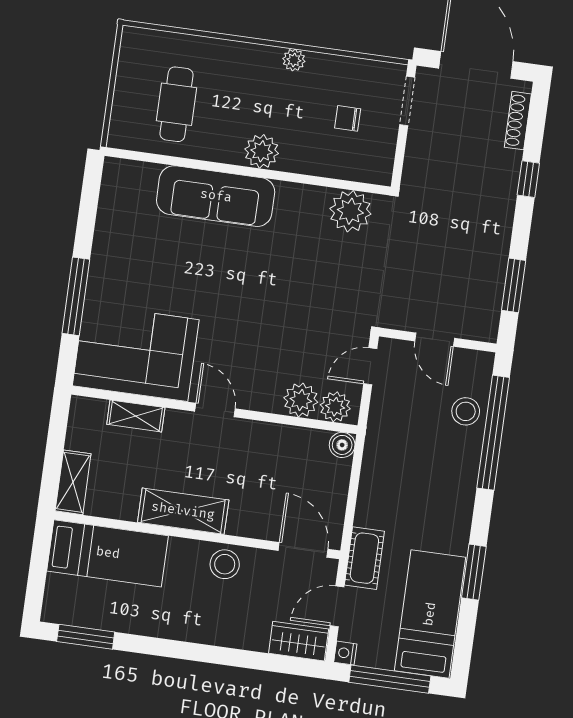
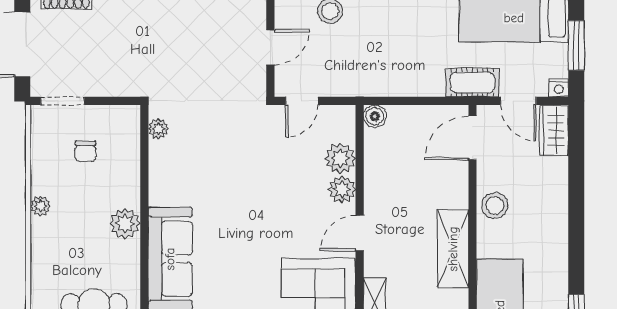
plant: (350, 211) -> (158, 129), width x0.53, depth x0.53
door: (370, 366) -> (302, 101), hinge flipped
plant: (335, 407) -> (342, 189), moved
window: (390, 679) -> (576, 45), width x0.69

